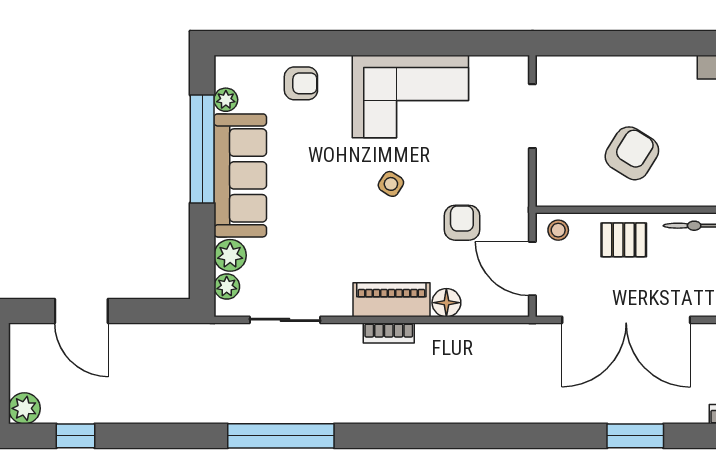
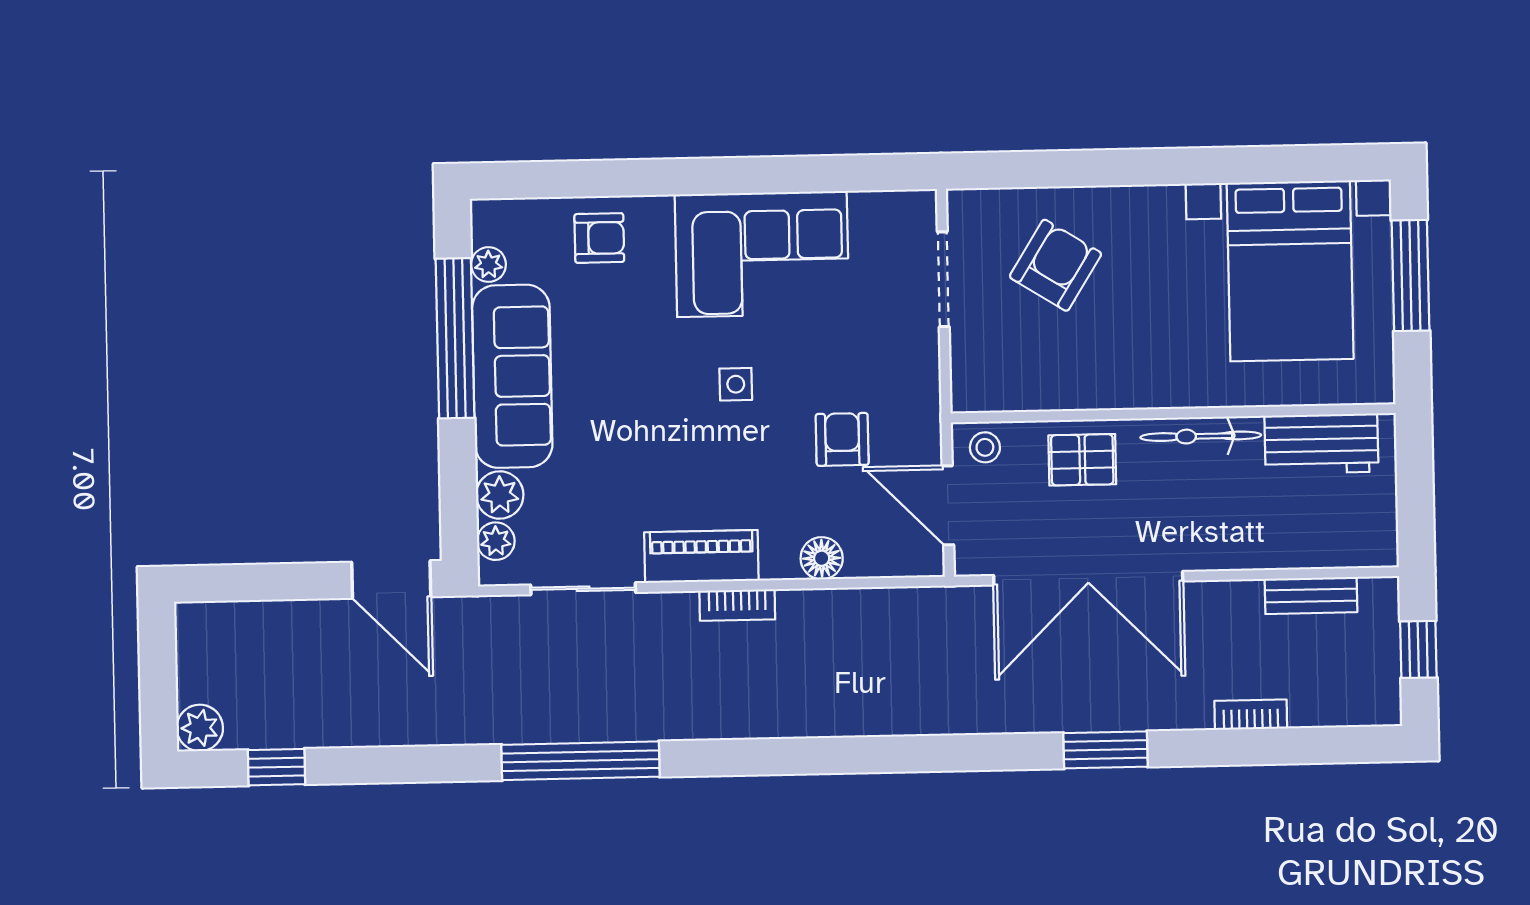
armchair: (632, 153) -> (1055, 265), moved
side table: (391, 184) -> (736, 384), turned -33
piano: (391, 300) -> (701, 556), moved
door: (81, 311) -> (391, 580), moved

